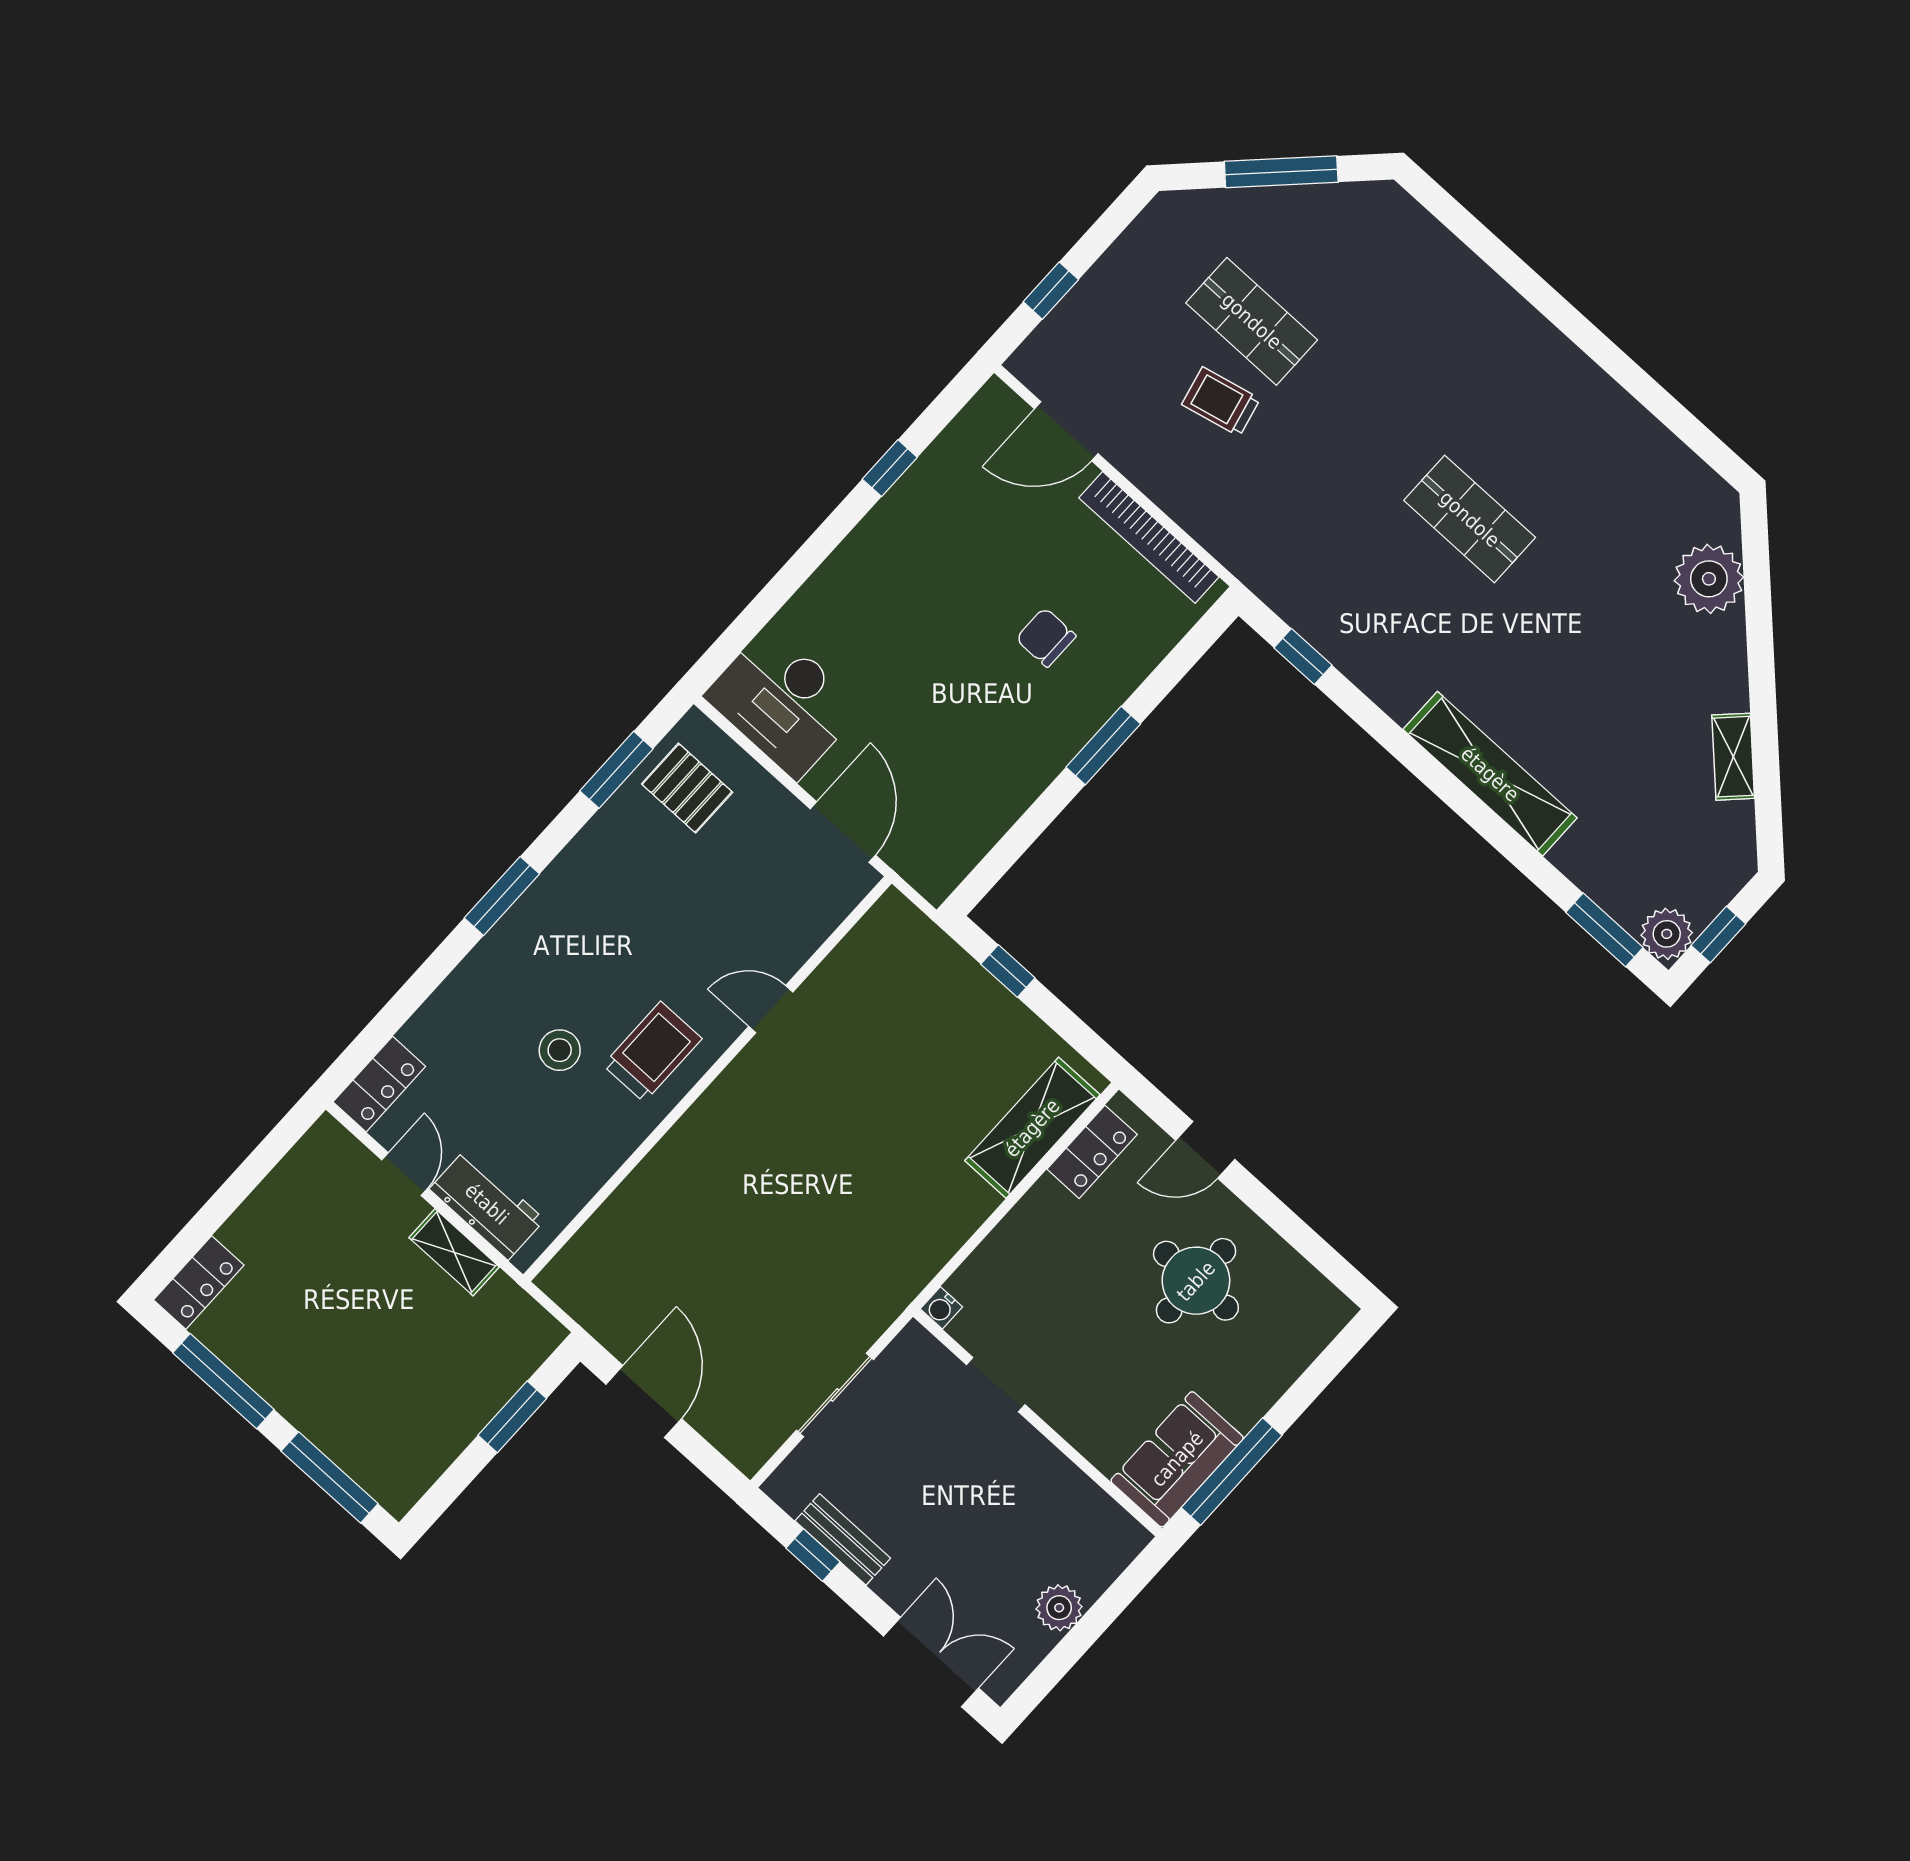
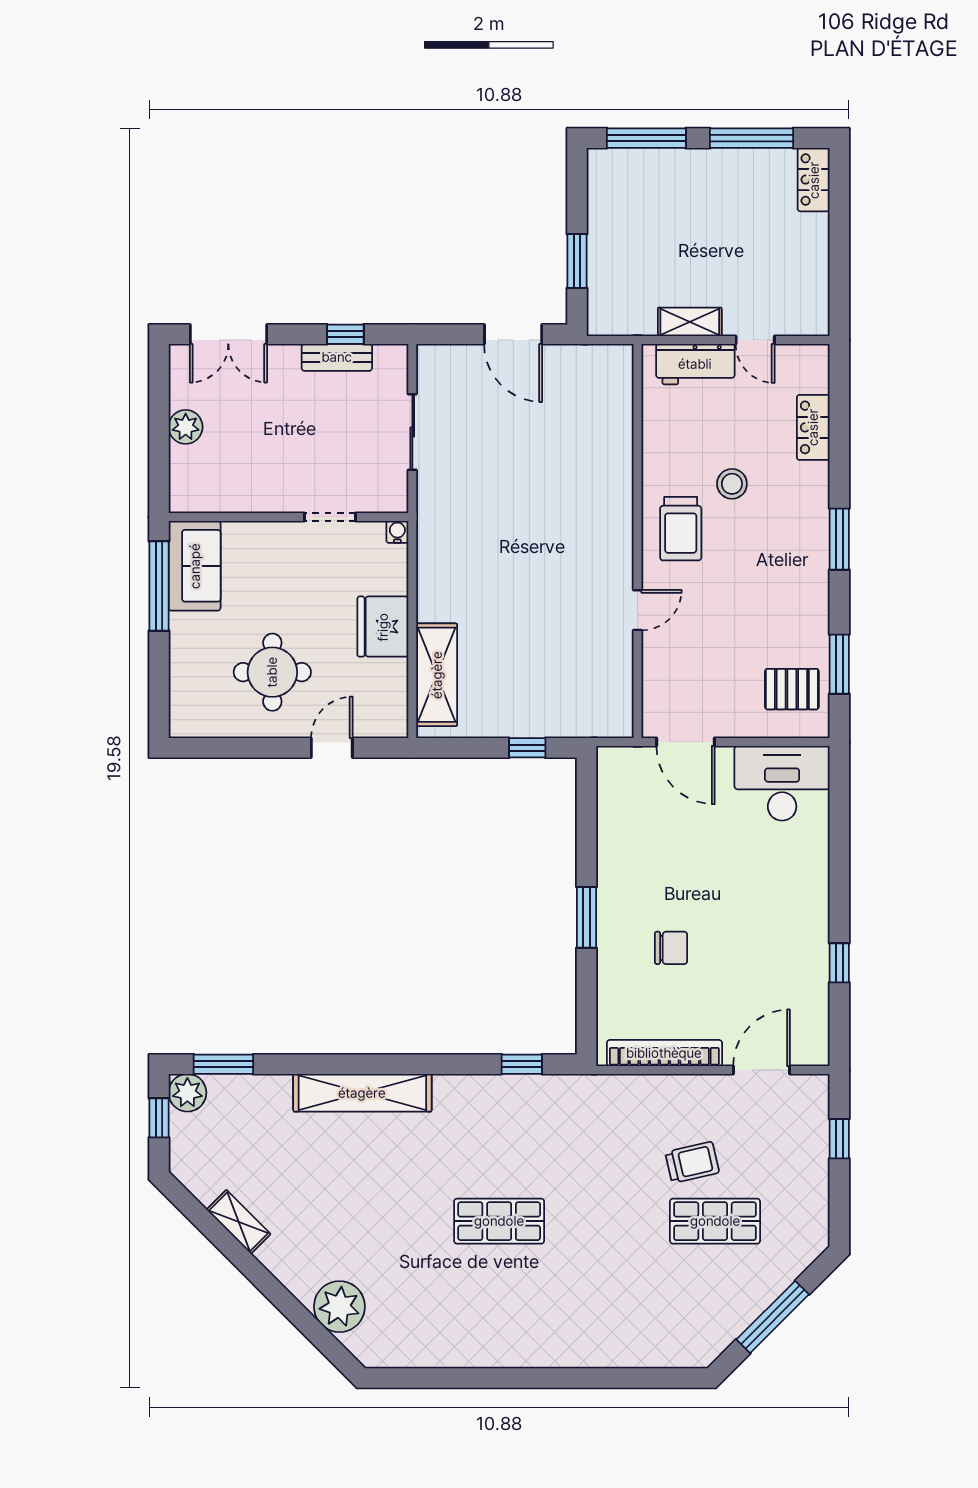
locker: (379, 1084) -> (813, 427), moved
locker: (1092, 1152) -> (392, 691), removed
fridge: (1043, 1226) -> (383, 627), added

